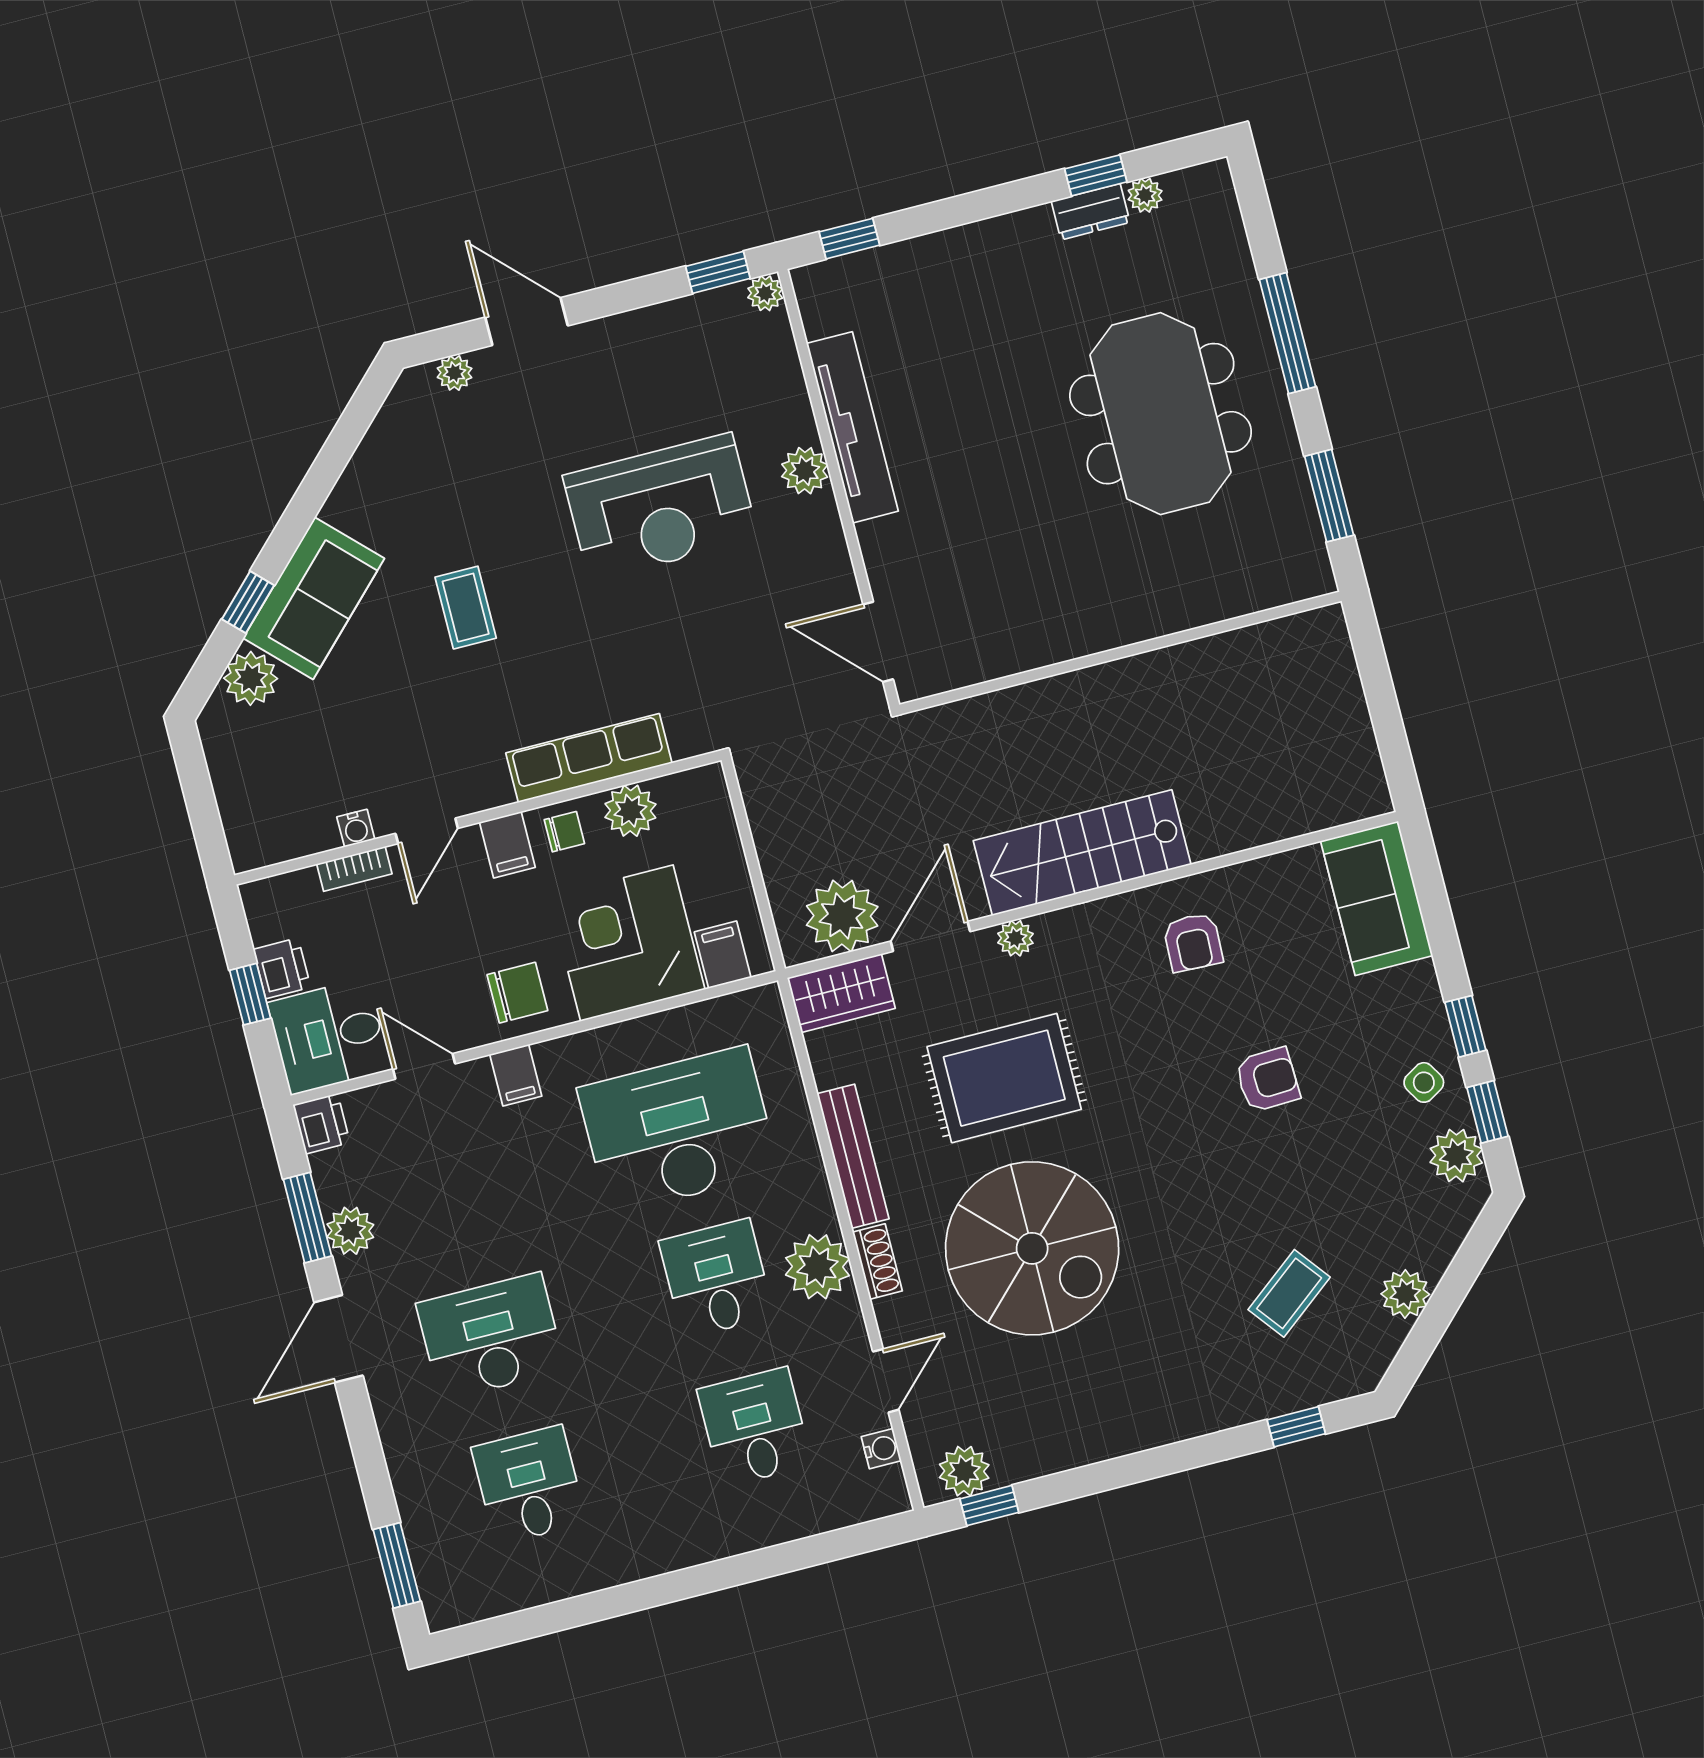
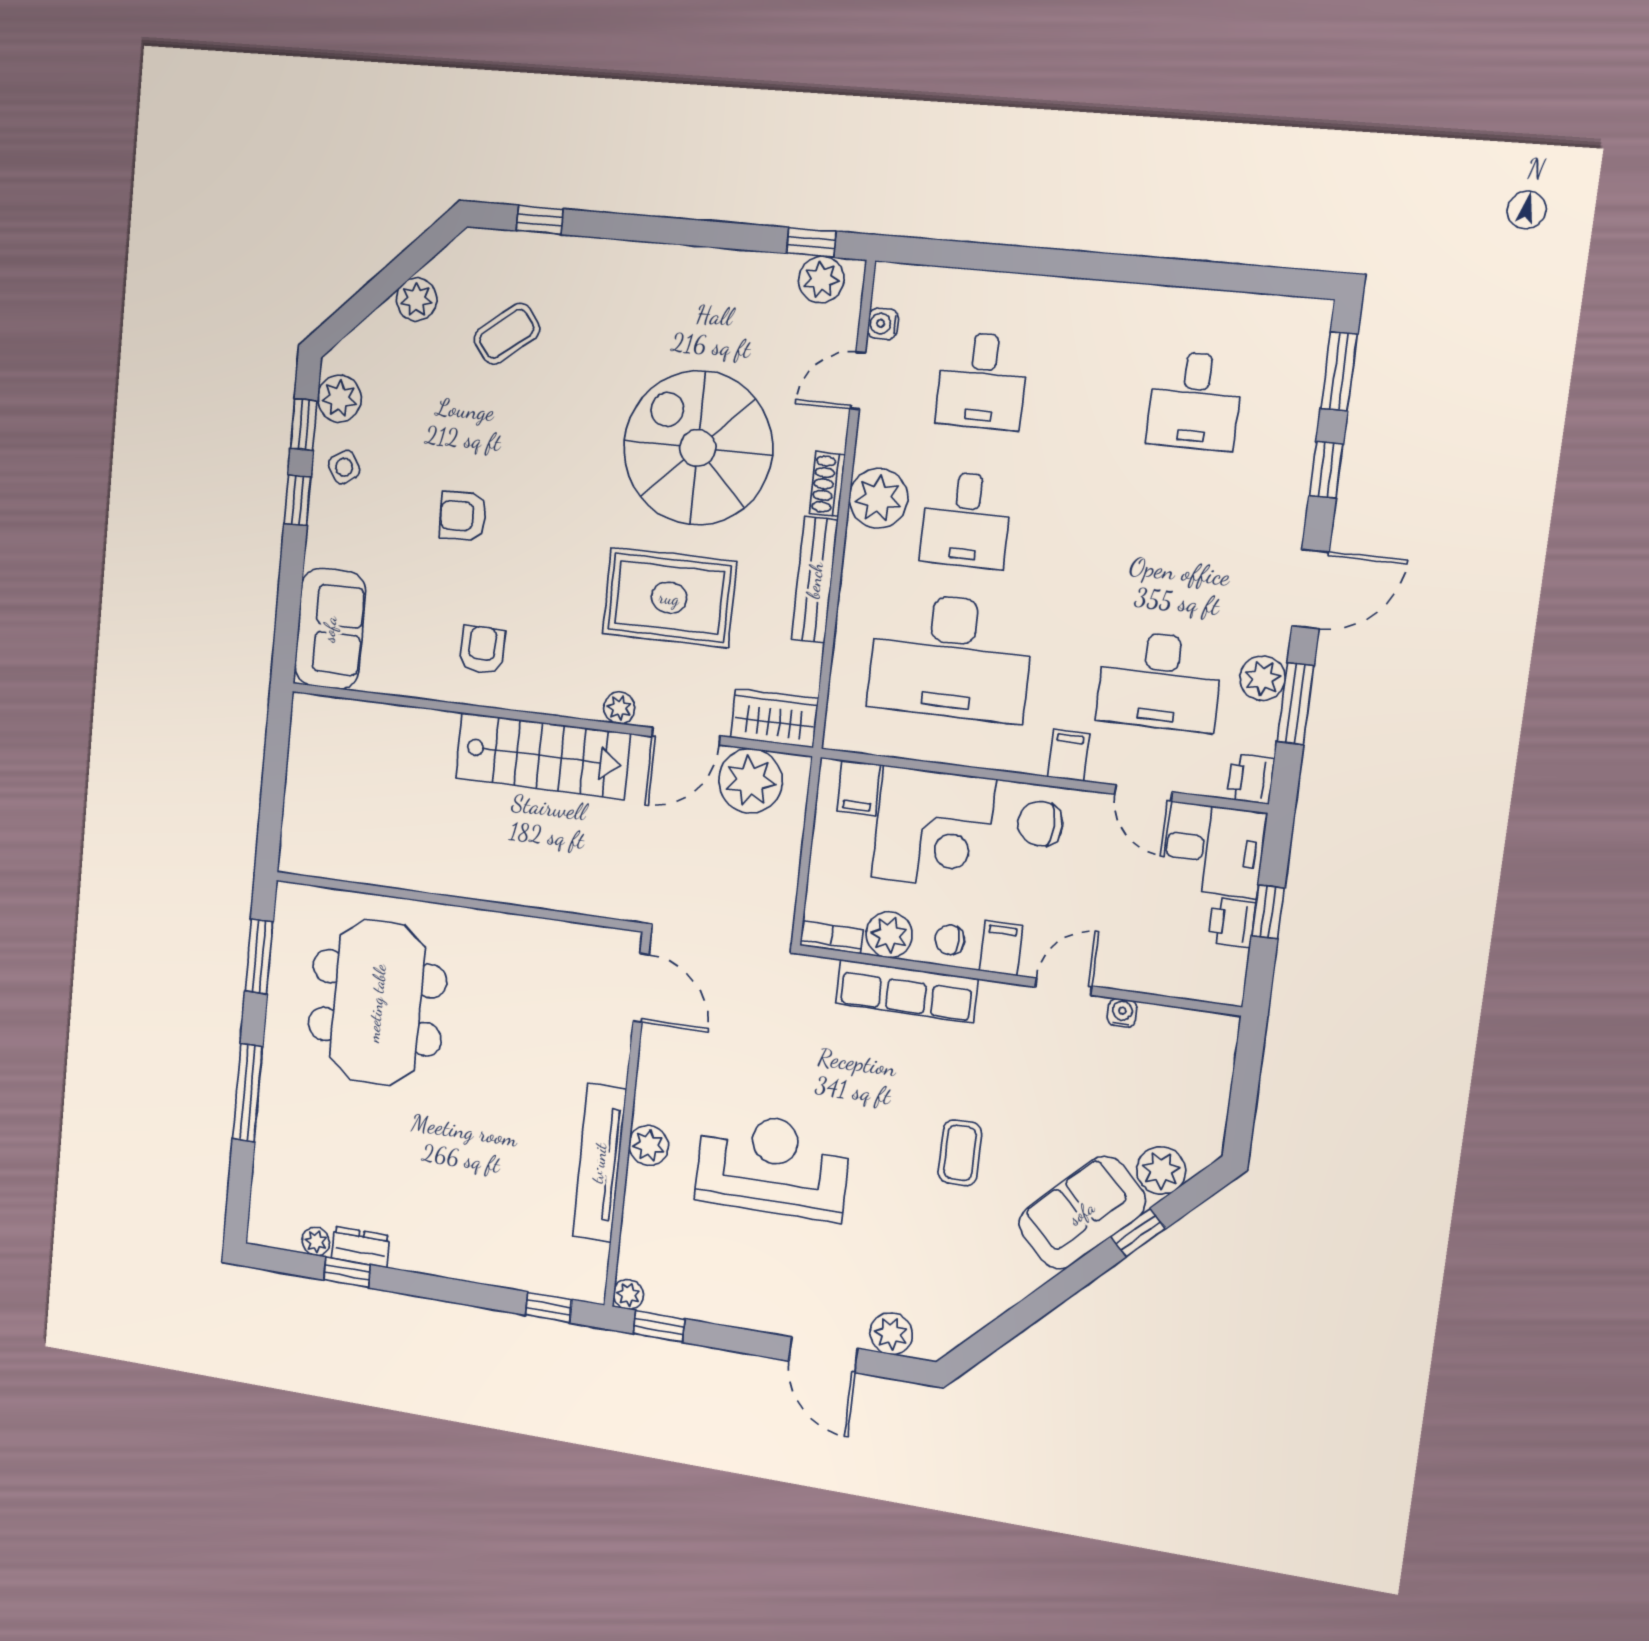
plant: (455, 373) -> (891, 1334), width x1.38, depth x1.38
meeting table: (1161, 414) -> (377, 1003), moved
bookcase: (354, 869) -> (831, 938), moved
desk: (491, 1337) -> (1160, 681), moved
window: (371, 1464) -> (1326, 470), added

